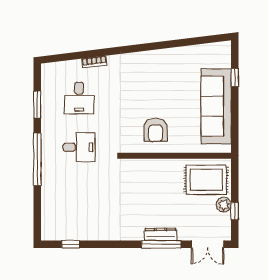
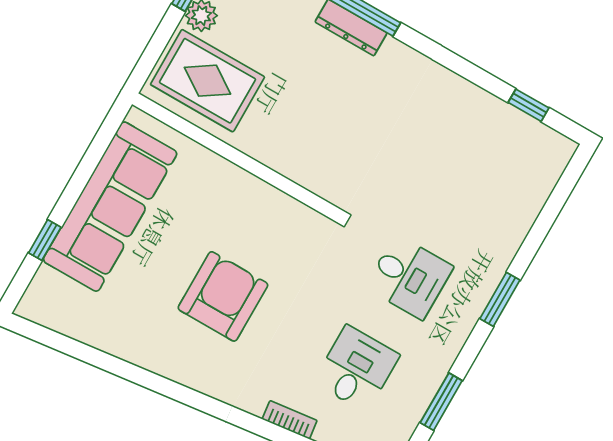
armchair: (156, 130) -> (223, 296), moved, width x1.36, depth x1.36
desk: (79, 147) -> (409, 277), turned 180
window: (37, 159) -> (500, 299), width x0.47

